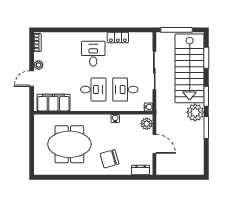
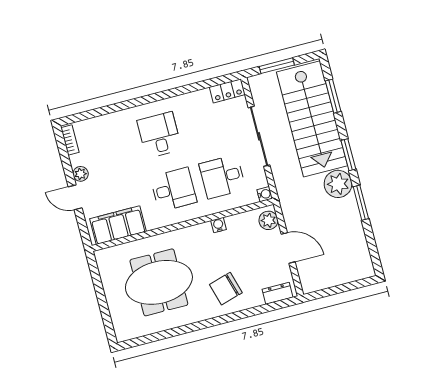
window: (176, 30) -> (277, 66), width x0.69
locker: (118, 38) -> (227, 91), moved
door: (32, 79) -> (75, 197), hinge flipped

